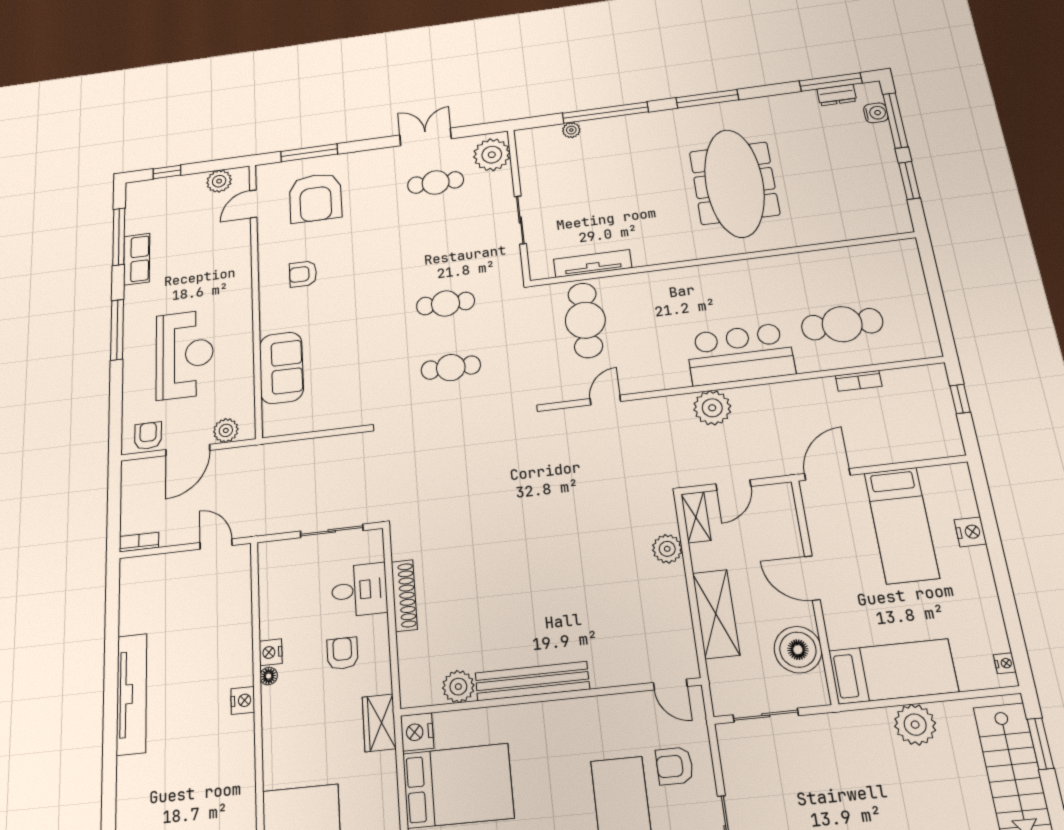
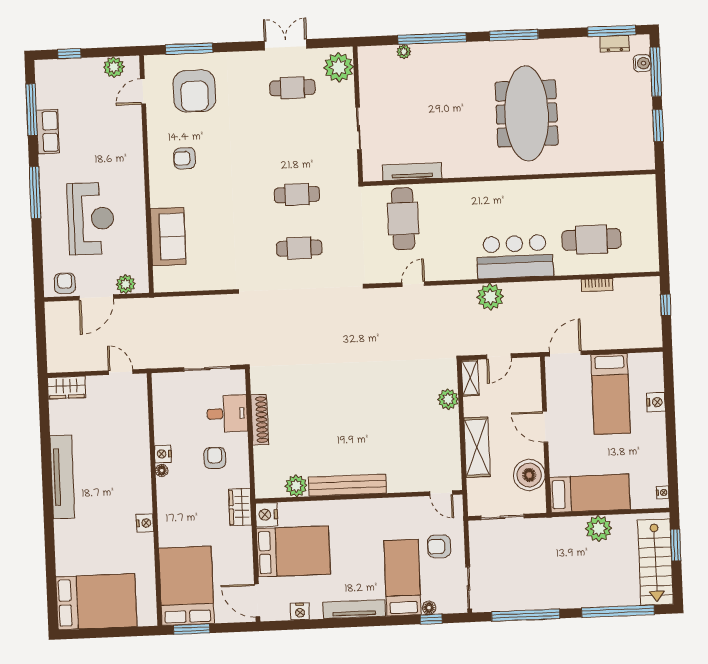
bookcase: (139, 542) -> (62, 366), removed
wardrobe: (144, 570) -> (67, 387), added
nightstand: (243, 700) -> (145, 523), moved

